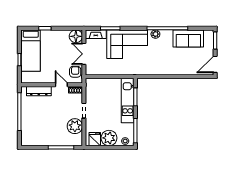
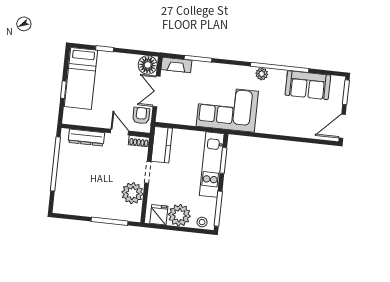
corner sofa: (127, 44) -> (227, 109), moved, turned 180
kitchen counter: (92, 90) -> (162, 145), added

